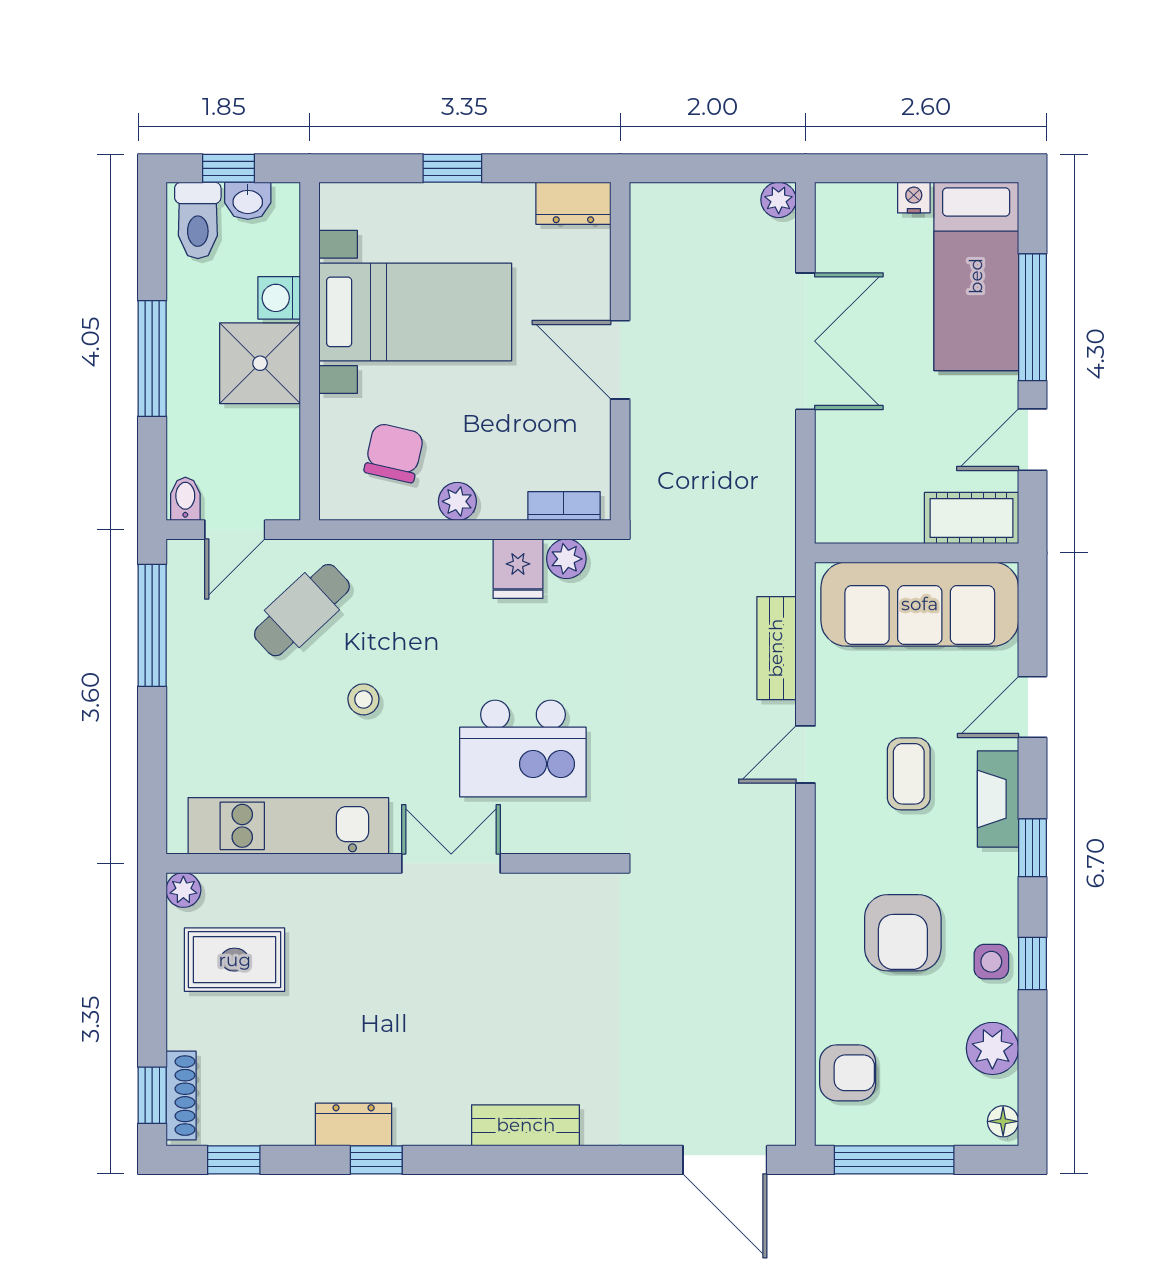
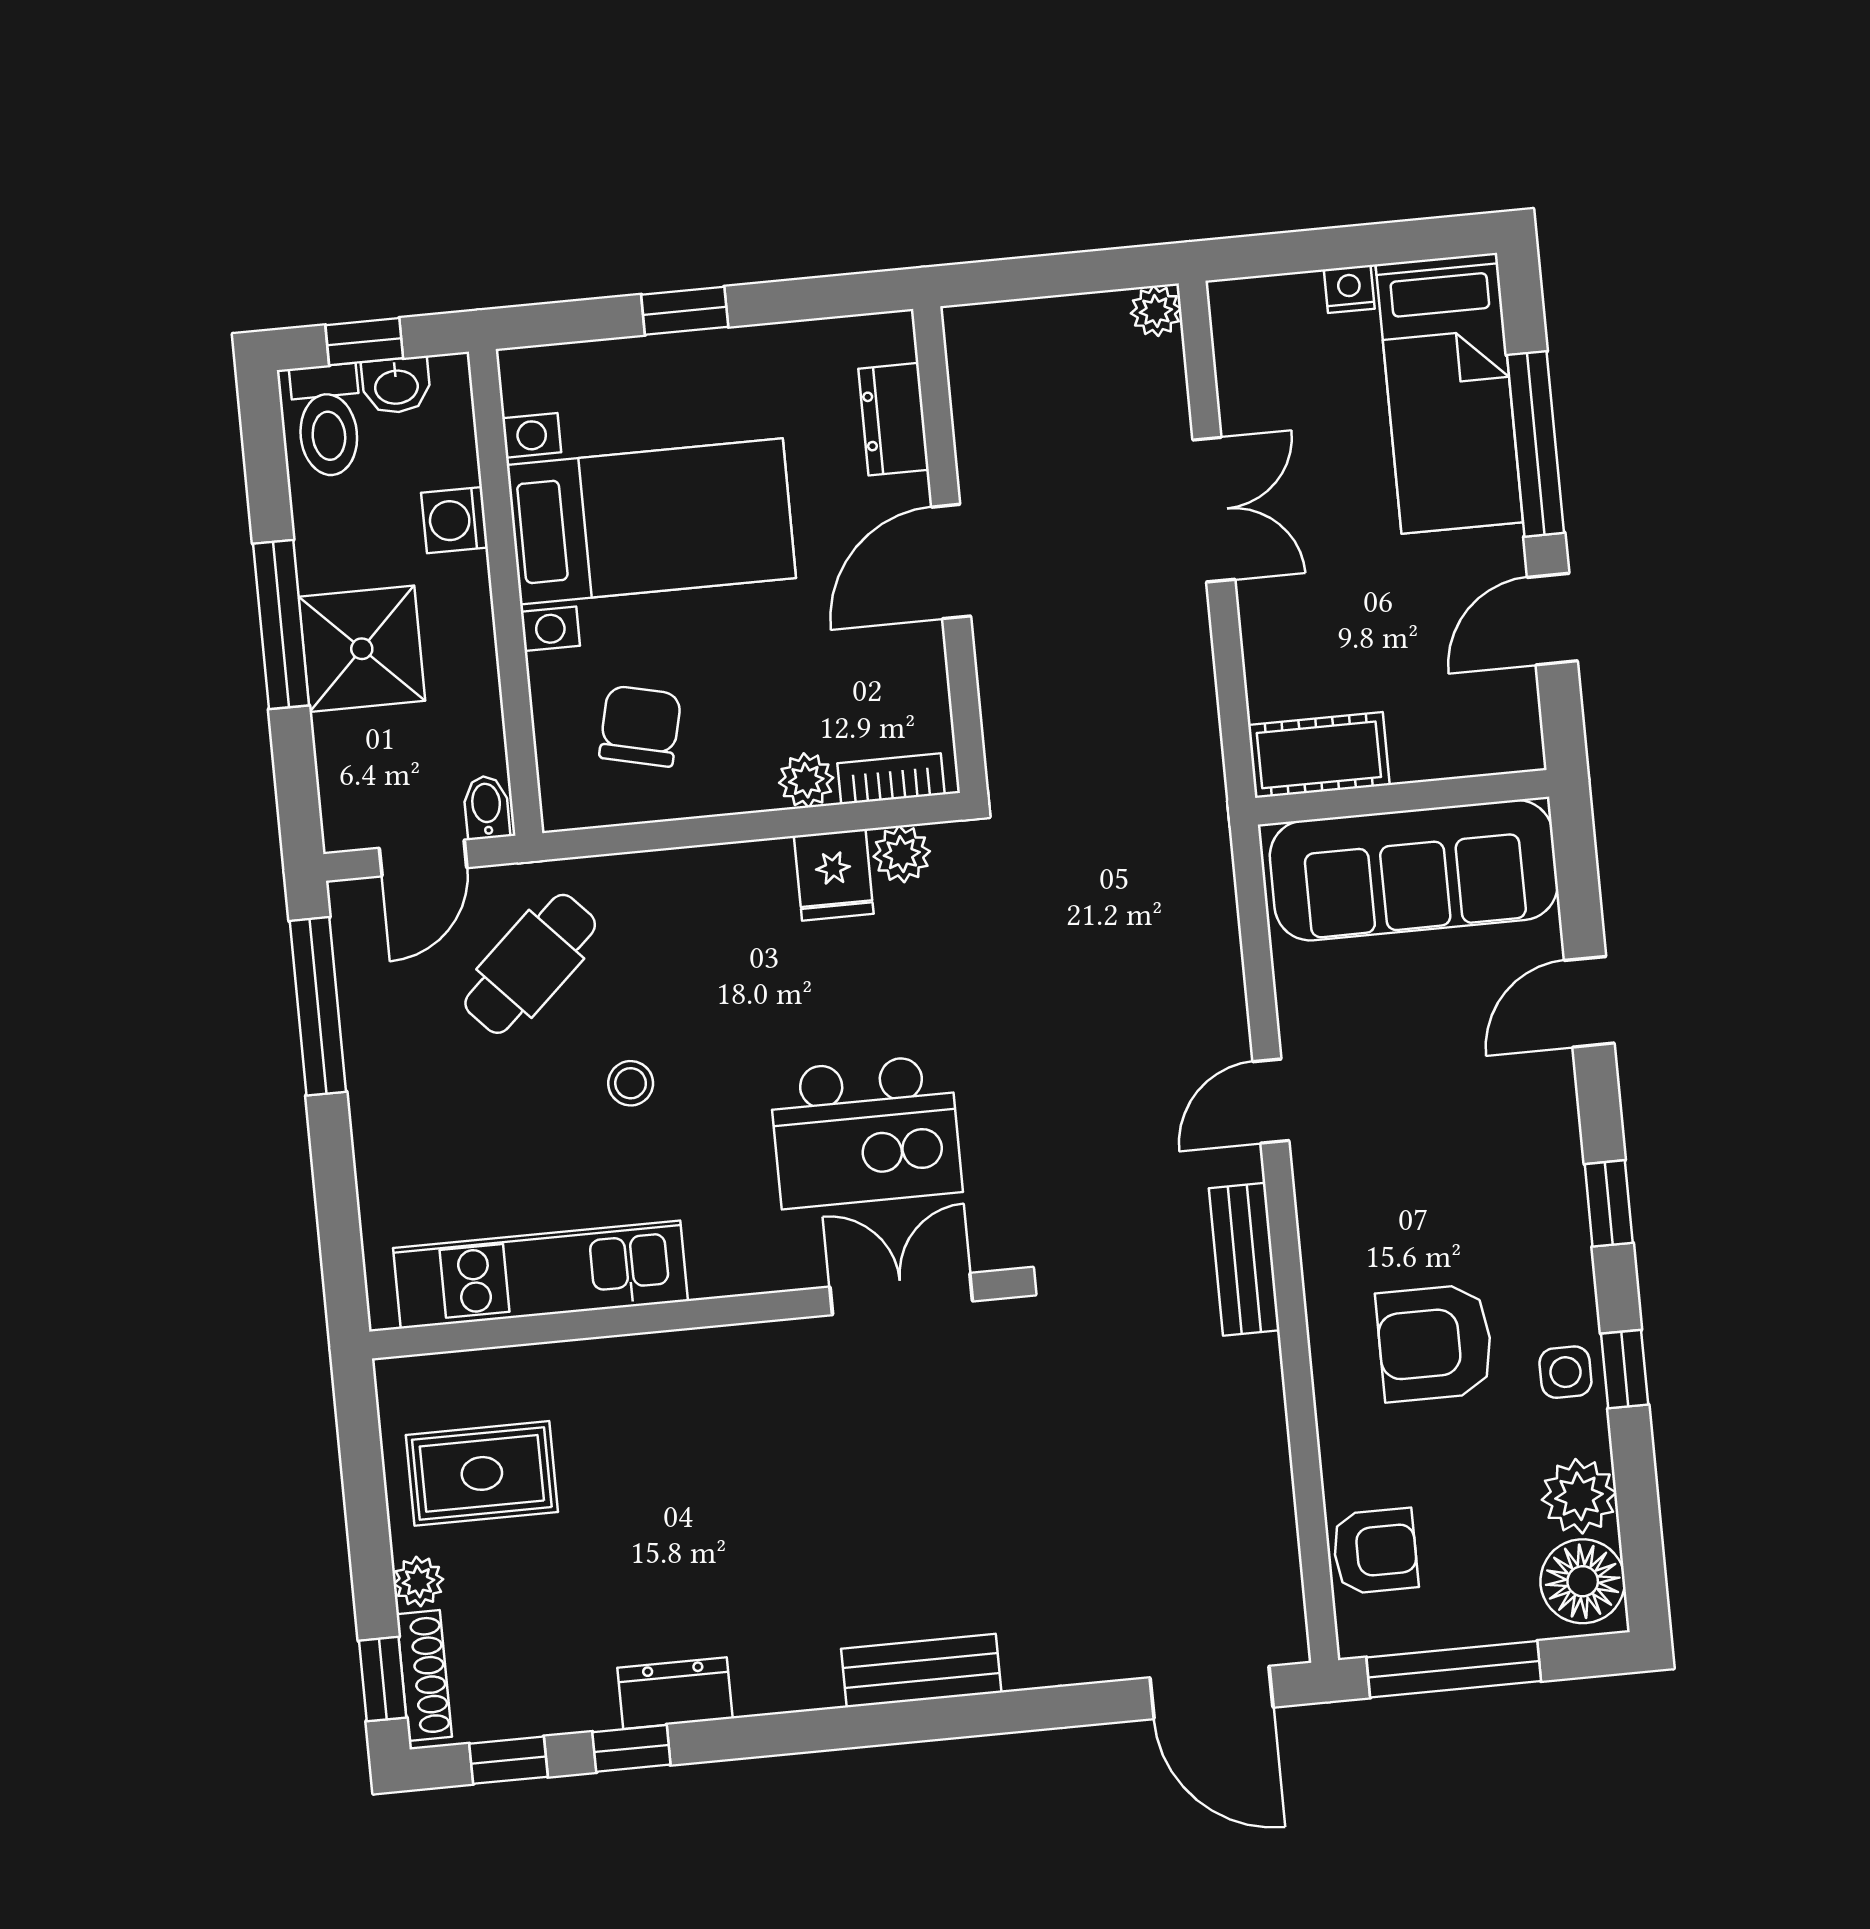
dresser: (573, 203) -> (894, 419), moved, turned 90
double door: (805, 341) -> (1214, 510), width x0.73
door: (620, 360) -> (951, 562), hinge flipped
shower: (260, 363) -> (362, 649), moved
bidet: (185, 499) -> (486, 807), moved
plant: (457, 501) -> (806, 780), moved
cot: (971, 518) -> (1319, 755), moved
bench: (776, 648) -> (1244, 1259), moved
coffee table: (909, 774) -> (1421, 1115), removed
fireplace: (998, 799) -> (1553, 1138), removed
double door: (451, 863) -> (901, 1294), moved
plant: (183, 890) -> (418, 1581), moved
armchair: (903, 933) -> (1435, 1343), turned 90
floor lamp: (1003, 1121) -> (1583, 1581), width x1.89, depth x1.89
window: (376, 1160) -> (631, 1748), moved

